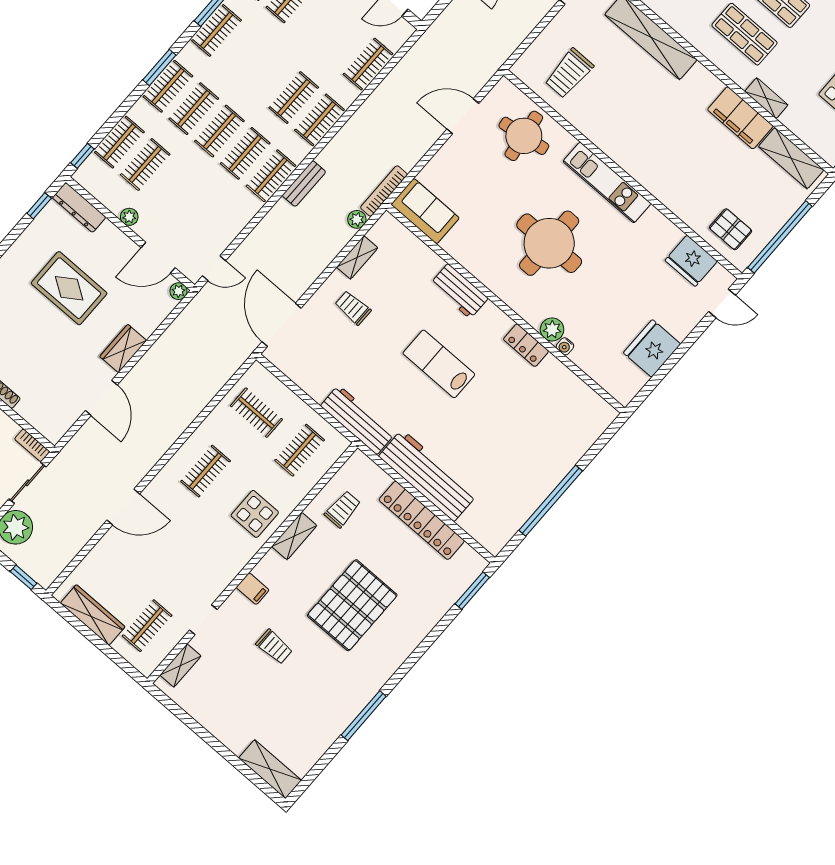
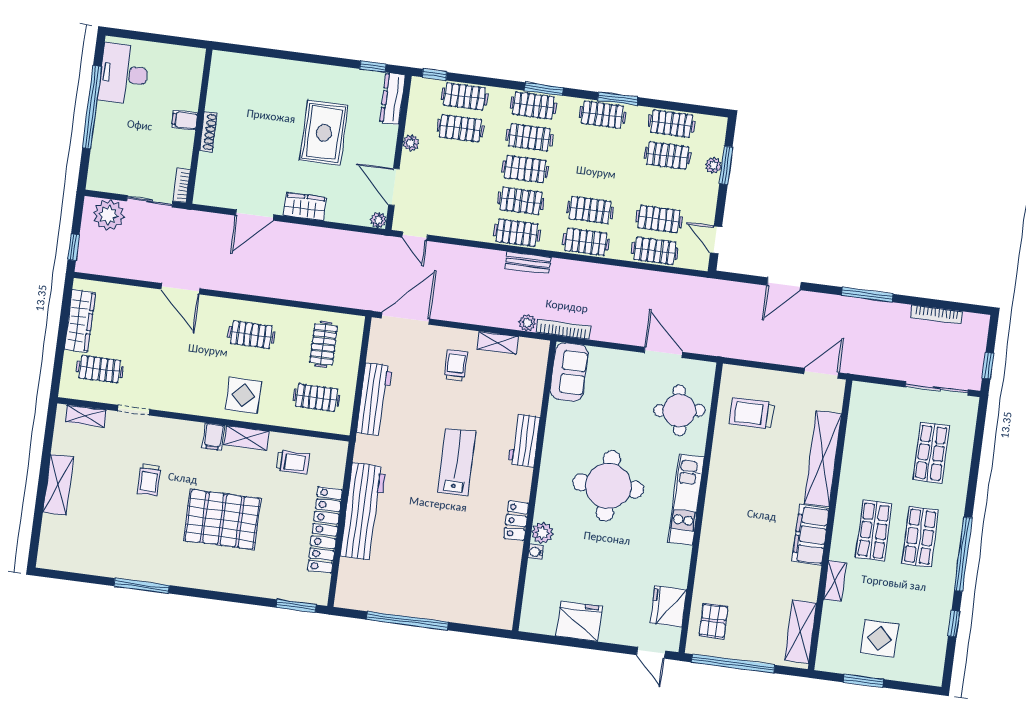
clothes rail: (342, 42) -> (659, 219), added
filing cabinet: (740, 118) -> (811, 535), moved
workbench: (358, 420) -> (374, 399), moved
filing cabinet: (253, 589) -> (214, 437), moved
shelving: (270, 769) -> (58, 485), moved

